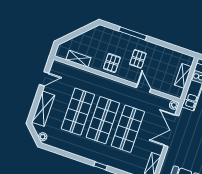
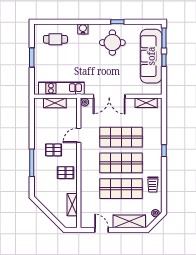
trolley: (71, 144) -> (153, 184), added

